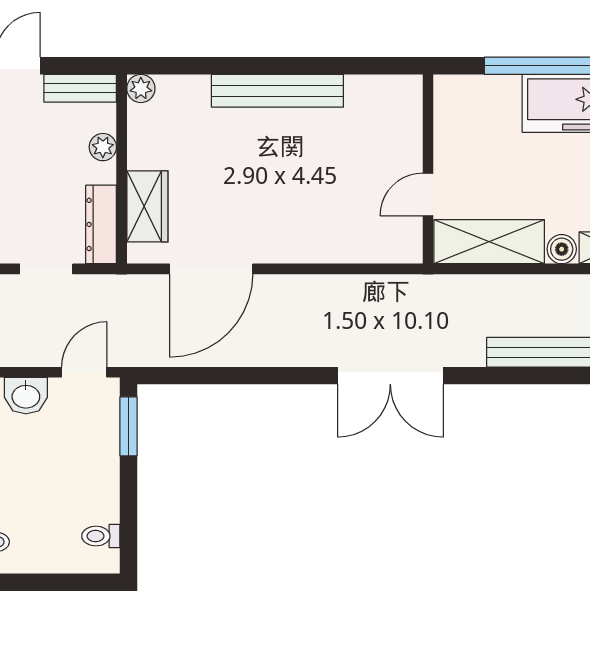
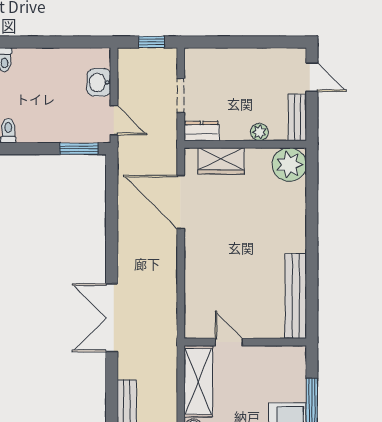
plant: (141, 88) -> (289, 165), width x1.88, depth x1.88
bench: (277, 91) -> (296, 296), moved
dresser: (101, 224) -> (202, 131), width x0.70

